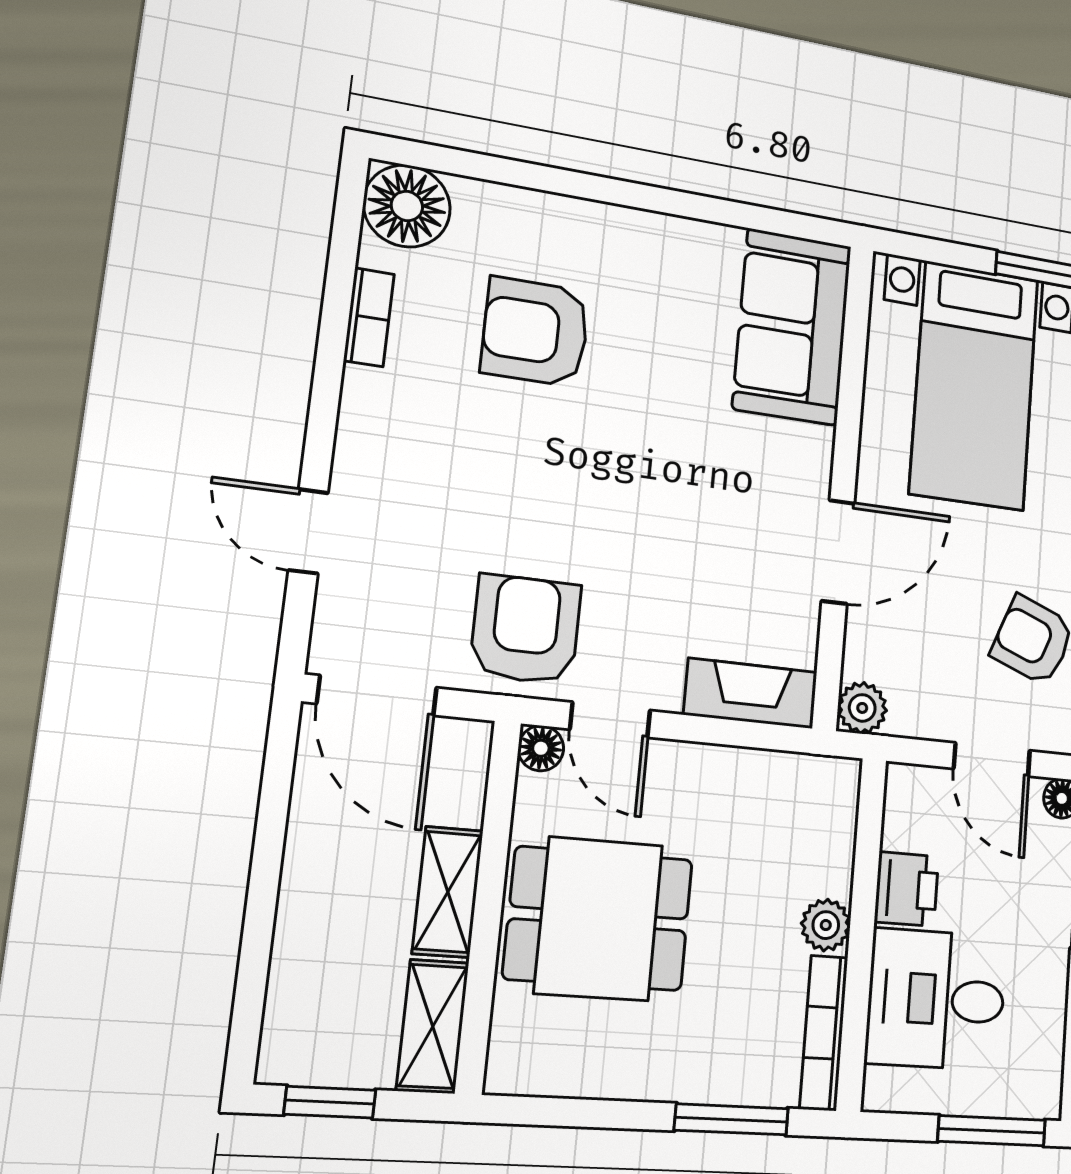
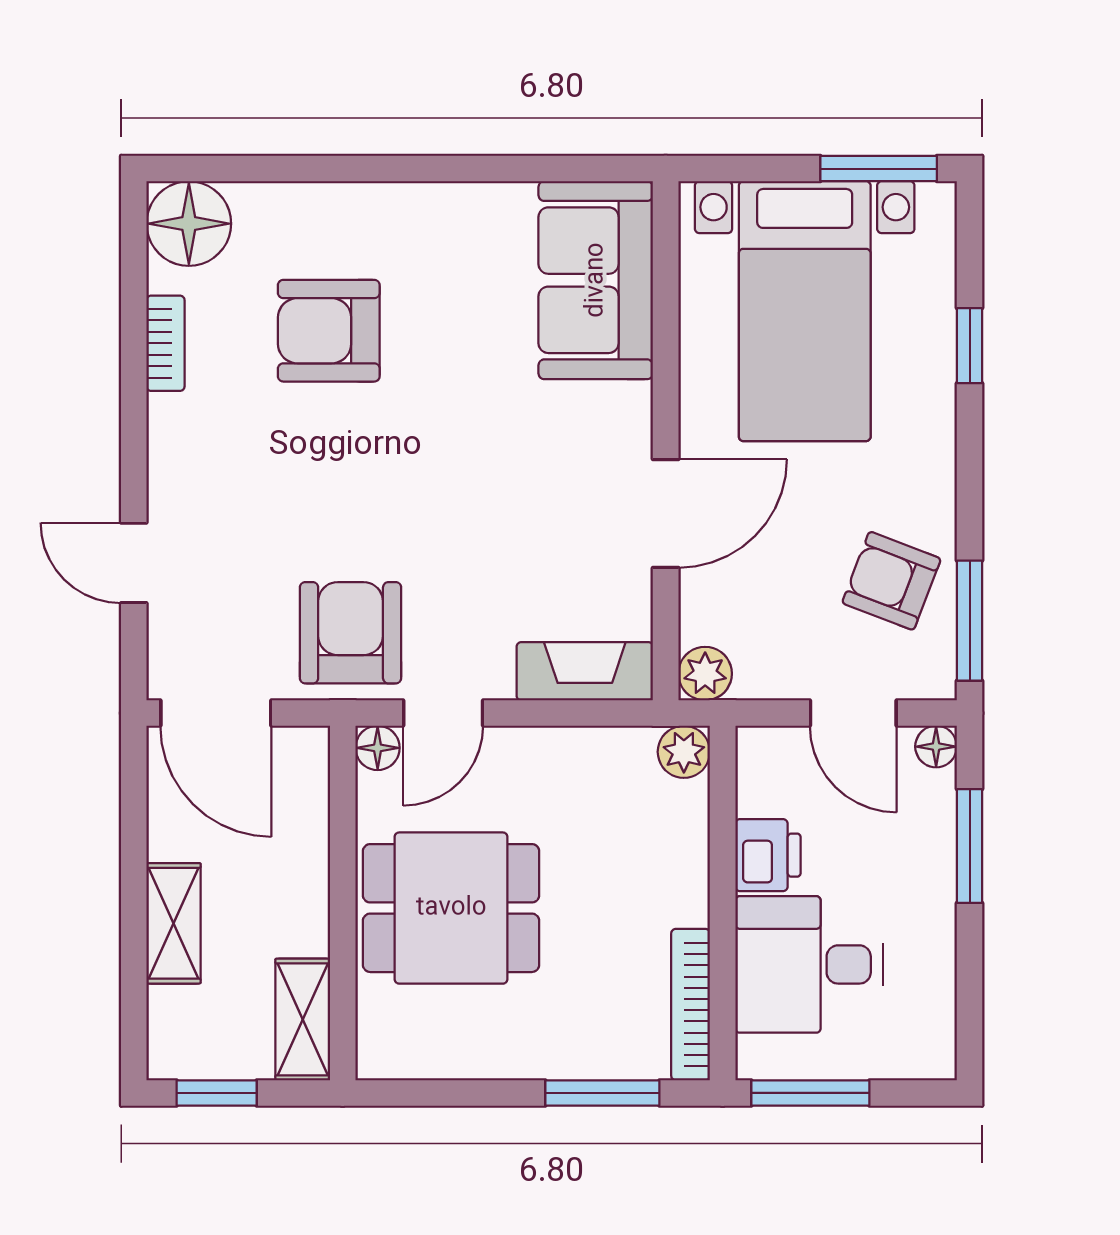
door: (610, 720) -> (443, 713), hinge flipped
shelving: (448, 892) -> (174, 923), moved
plant: (826, 925) -> (684, 752), moved
window: (992, 1131) -> (810, 1093), moved

